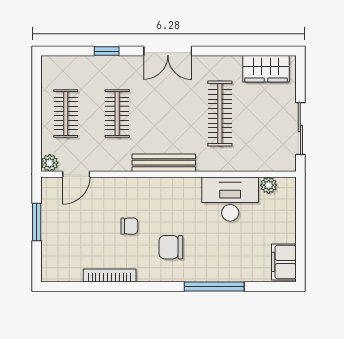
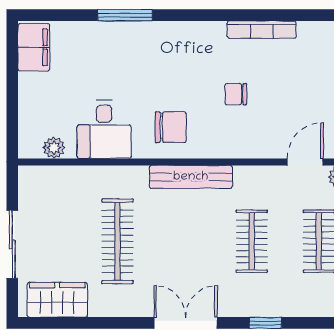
sliding door: (300, 129) -> (12, 244), moved
desk: (230, 199) -> (104, 129), width x0.73
chair: (171, 247) -> (171, 127), moved
window: (214, 287) -> (125, 15), width x0.69

